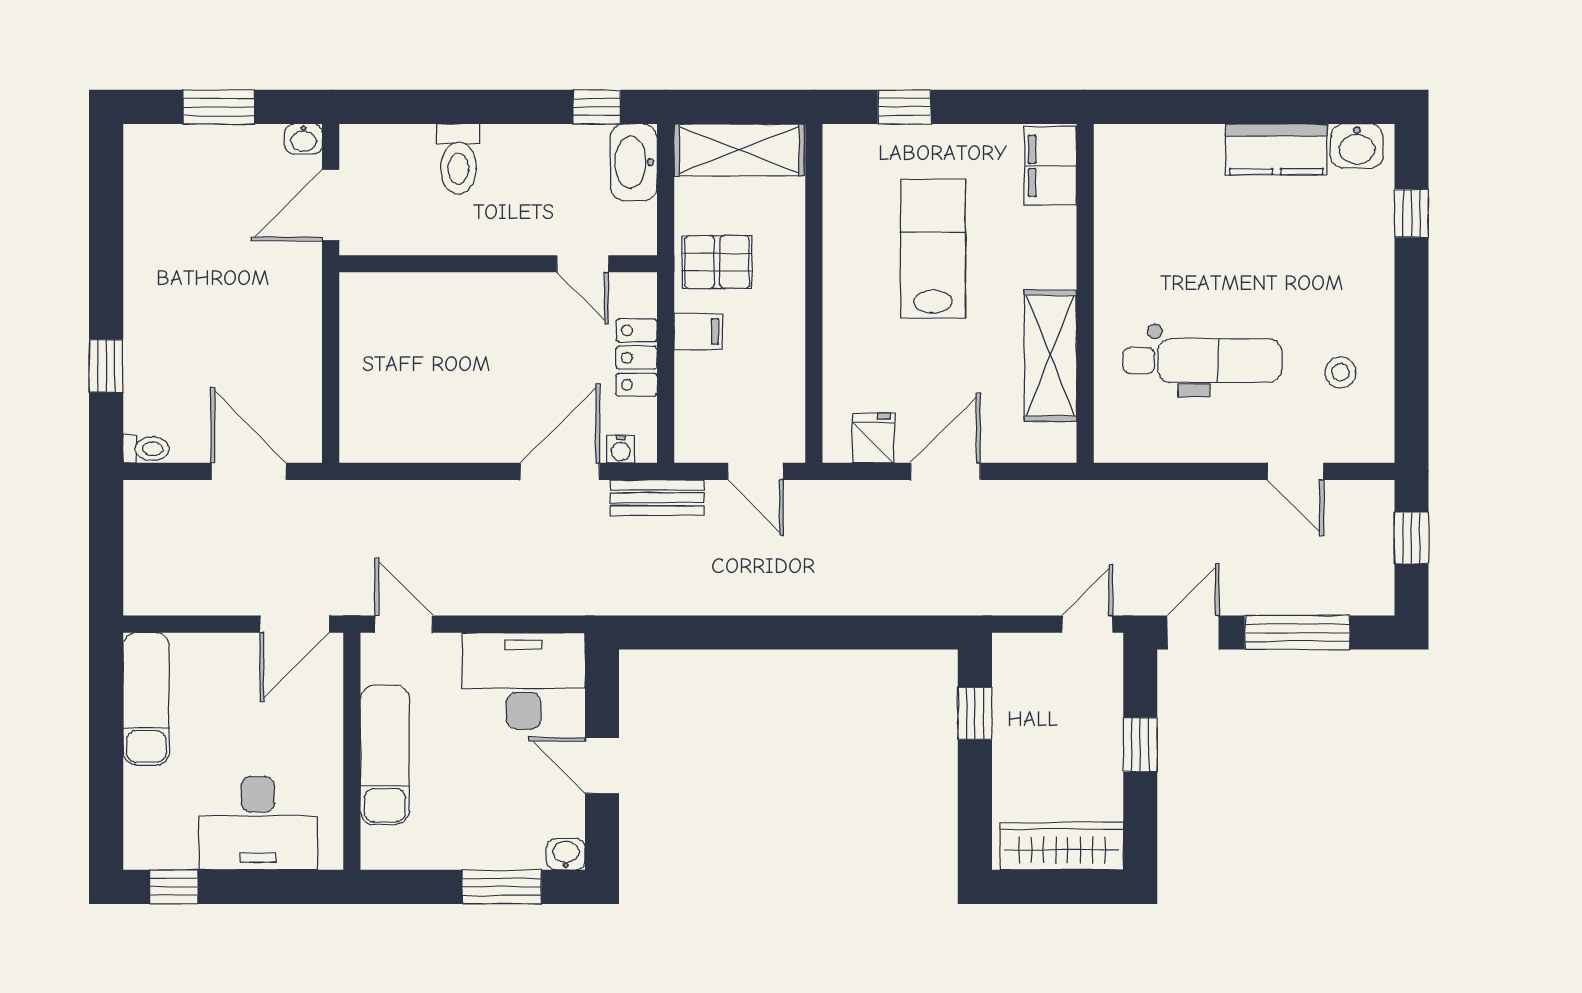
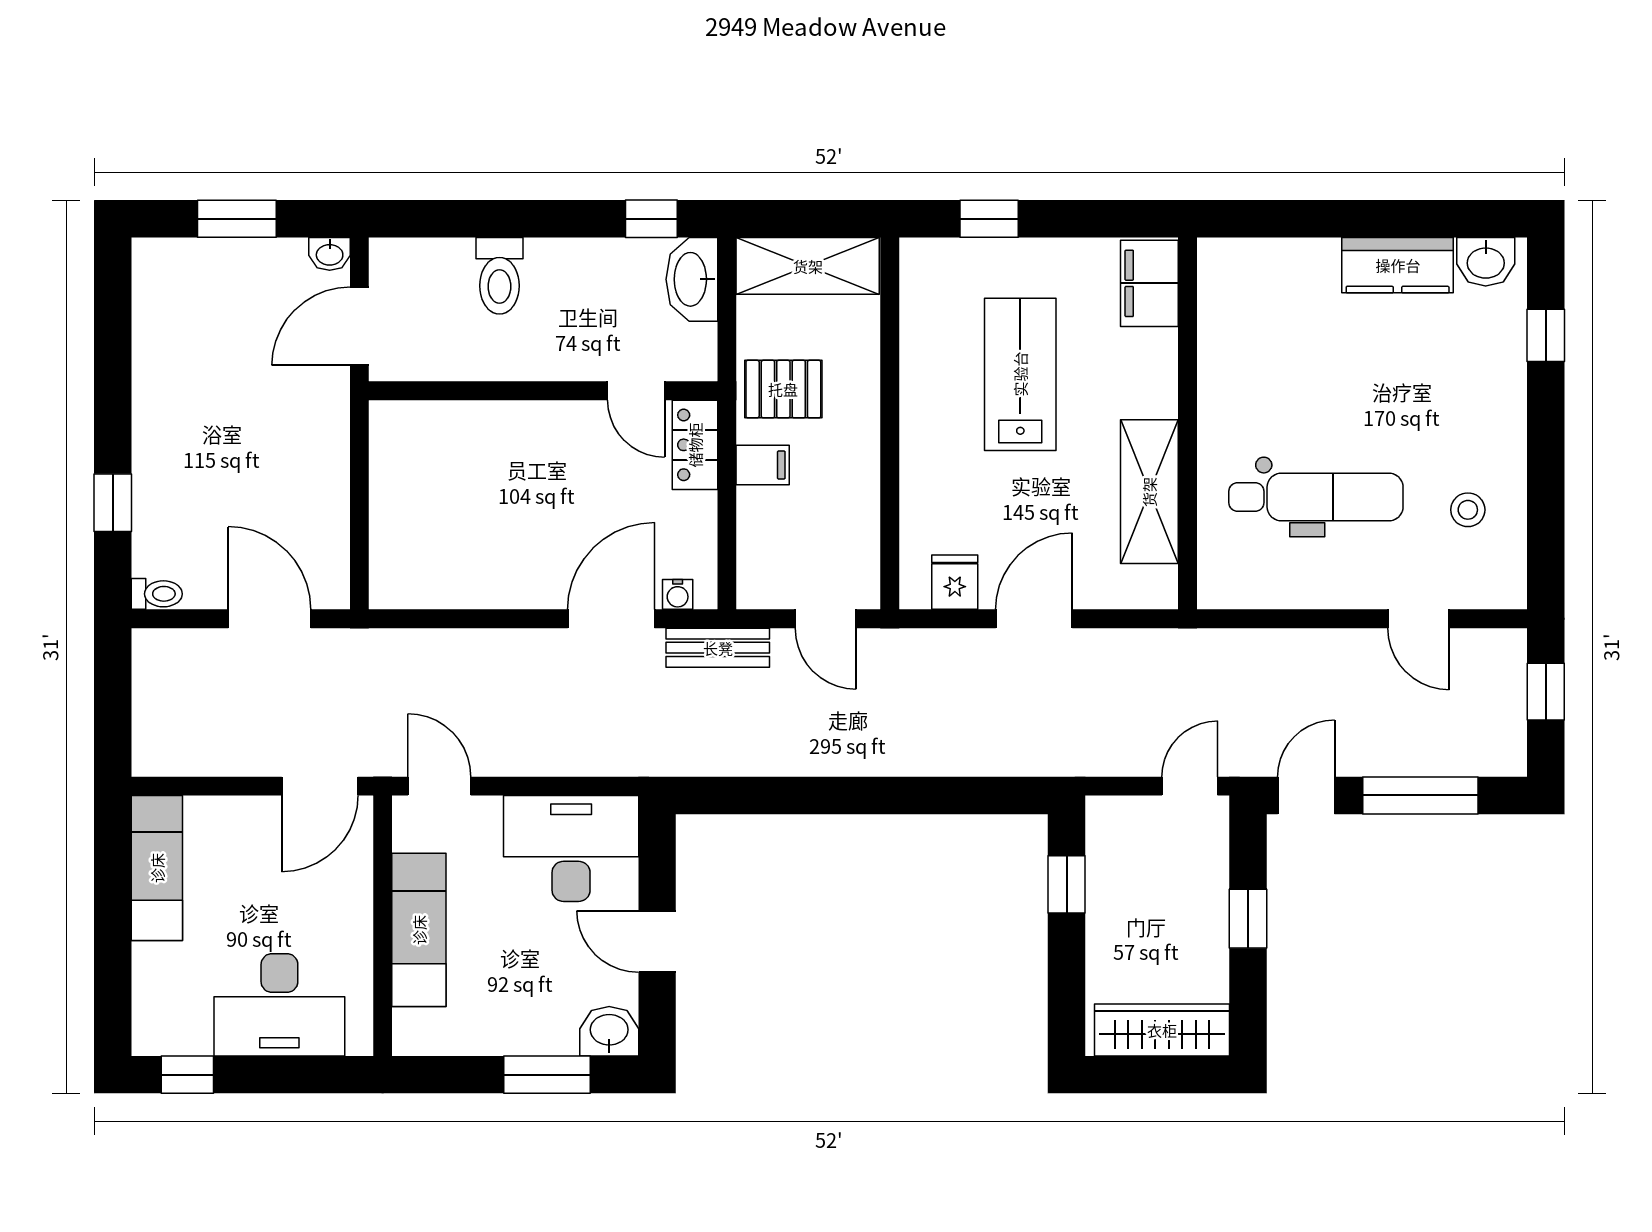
locker: (636, 358) -> (695, 445), moved
washbasin: (566, 854) -> (609, 1031), width x1.38, depth x1.45

